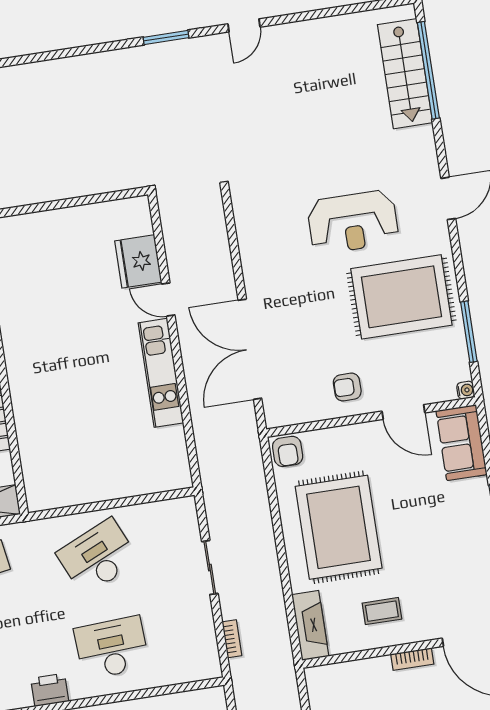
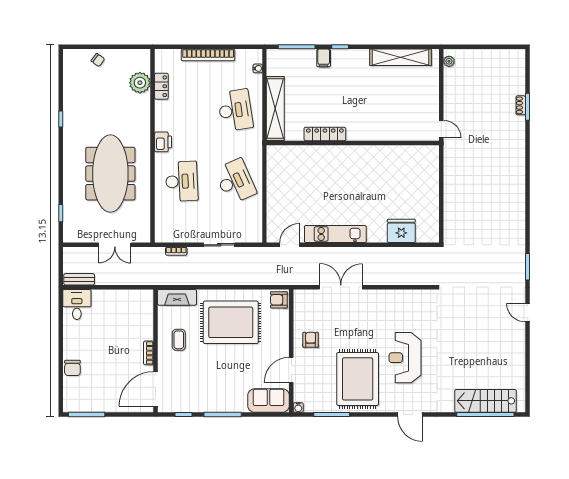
door: (168, 300) -> (289, 245), moved
double door: (250, 349) -> (341, 287), width x0.73

